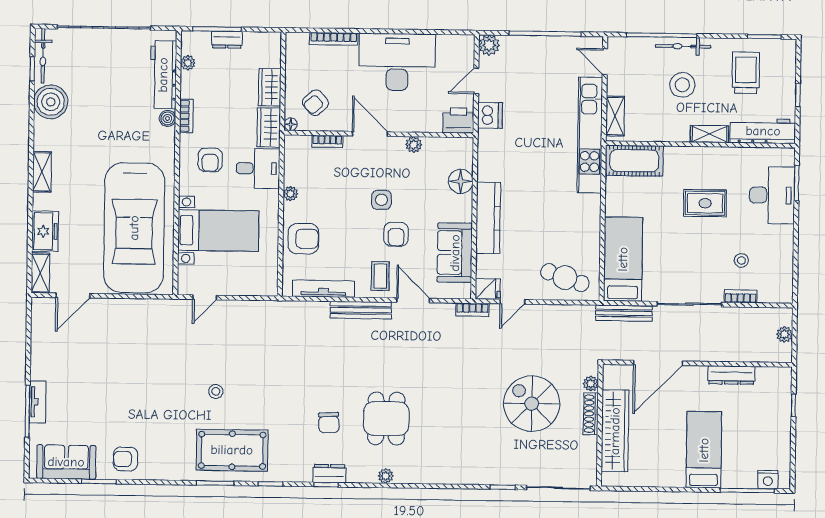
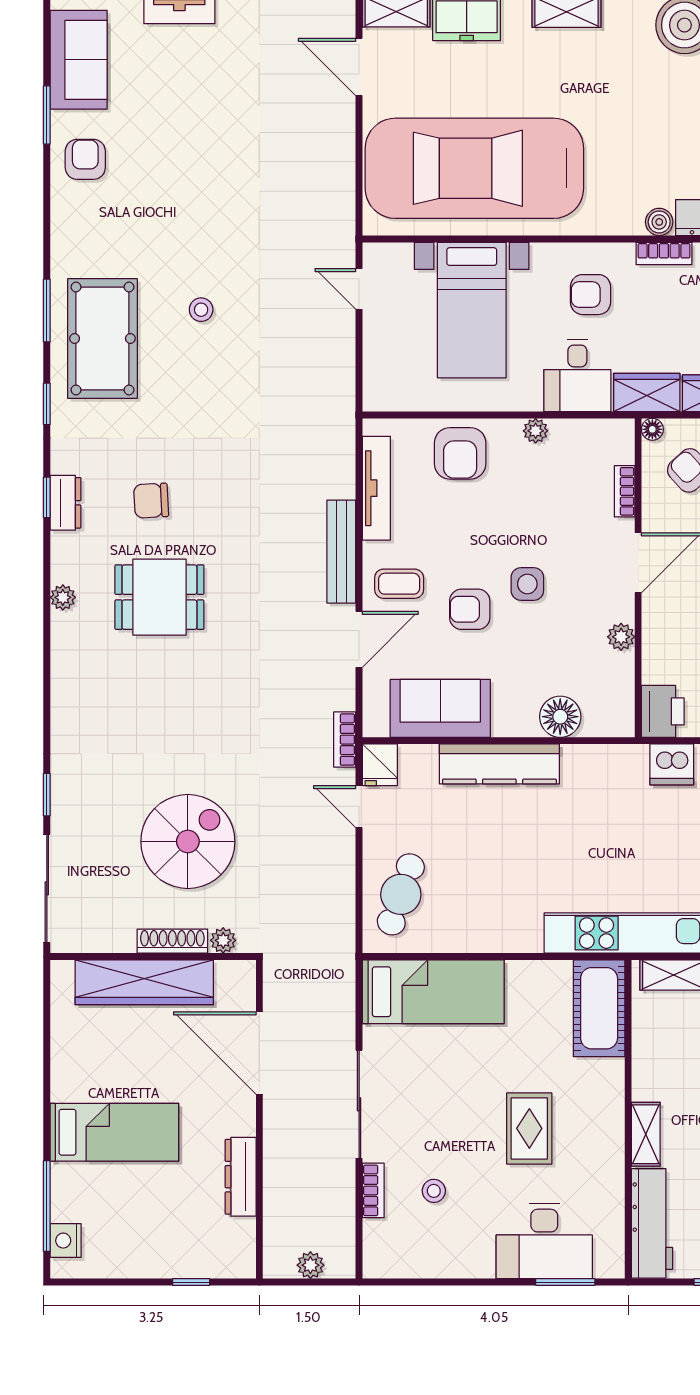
bench: (624, 313) -> (342, 995), removed

